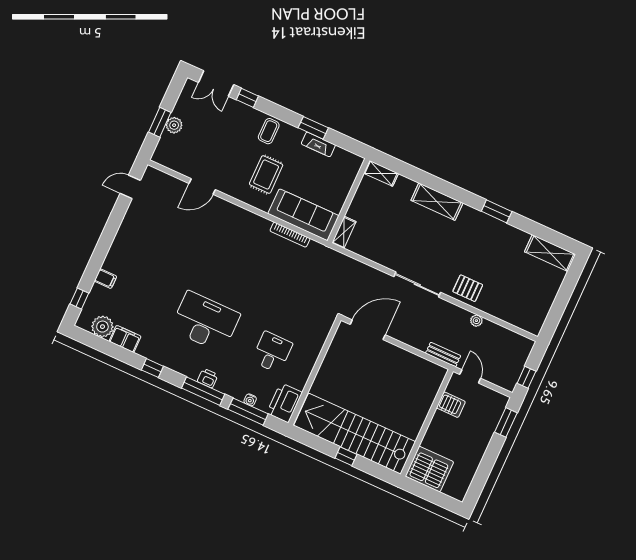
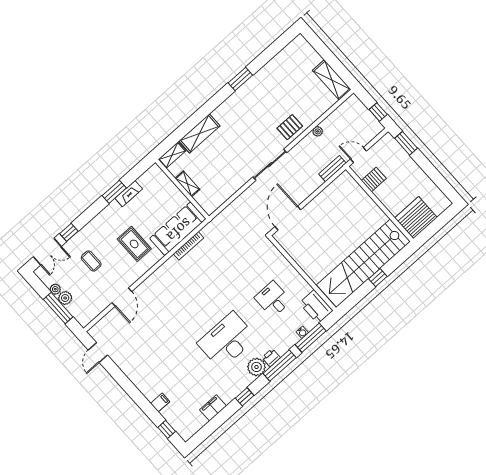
plant: (179, 110) -> (55, 289), added
window: (160, 122) -> (58, 308), width x1.44
coffee table: (269, 131) -> (91, 261), moved
shelving: (437, 202) -> (199, 133), moved
shelving: (344, 232) -> (187, 184), moved
shelving: (550, 253) -> (332, 80), moved, turned 90
plant: (102, 327) -> (256, 367), moved

